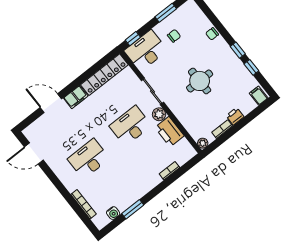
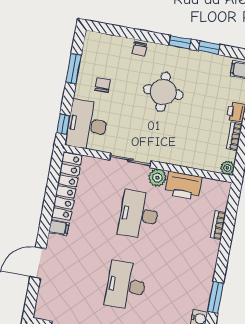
round table: (200, 81) -> (163, 92), moved
filing cabinet: (76, 97) -> (59, 228), width x0.50

